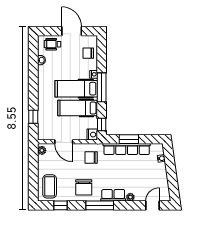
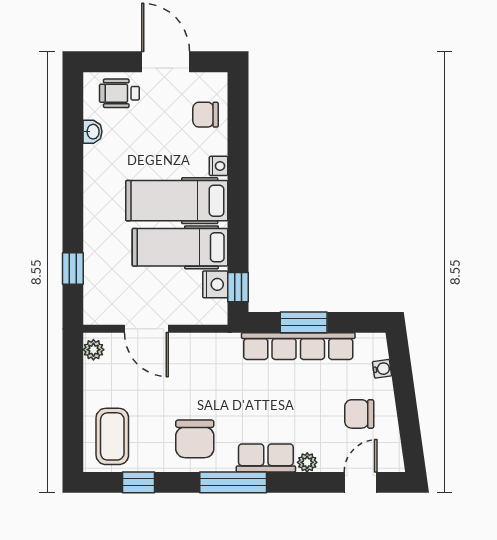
window: (102, 87) -> (238, 198), removed
nightstand: (92, 135) -> (215, 284), moved
chair: (91, 157) -> (359, 414), moved

